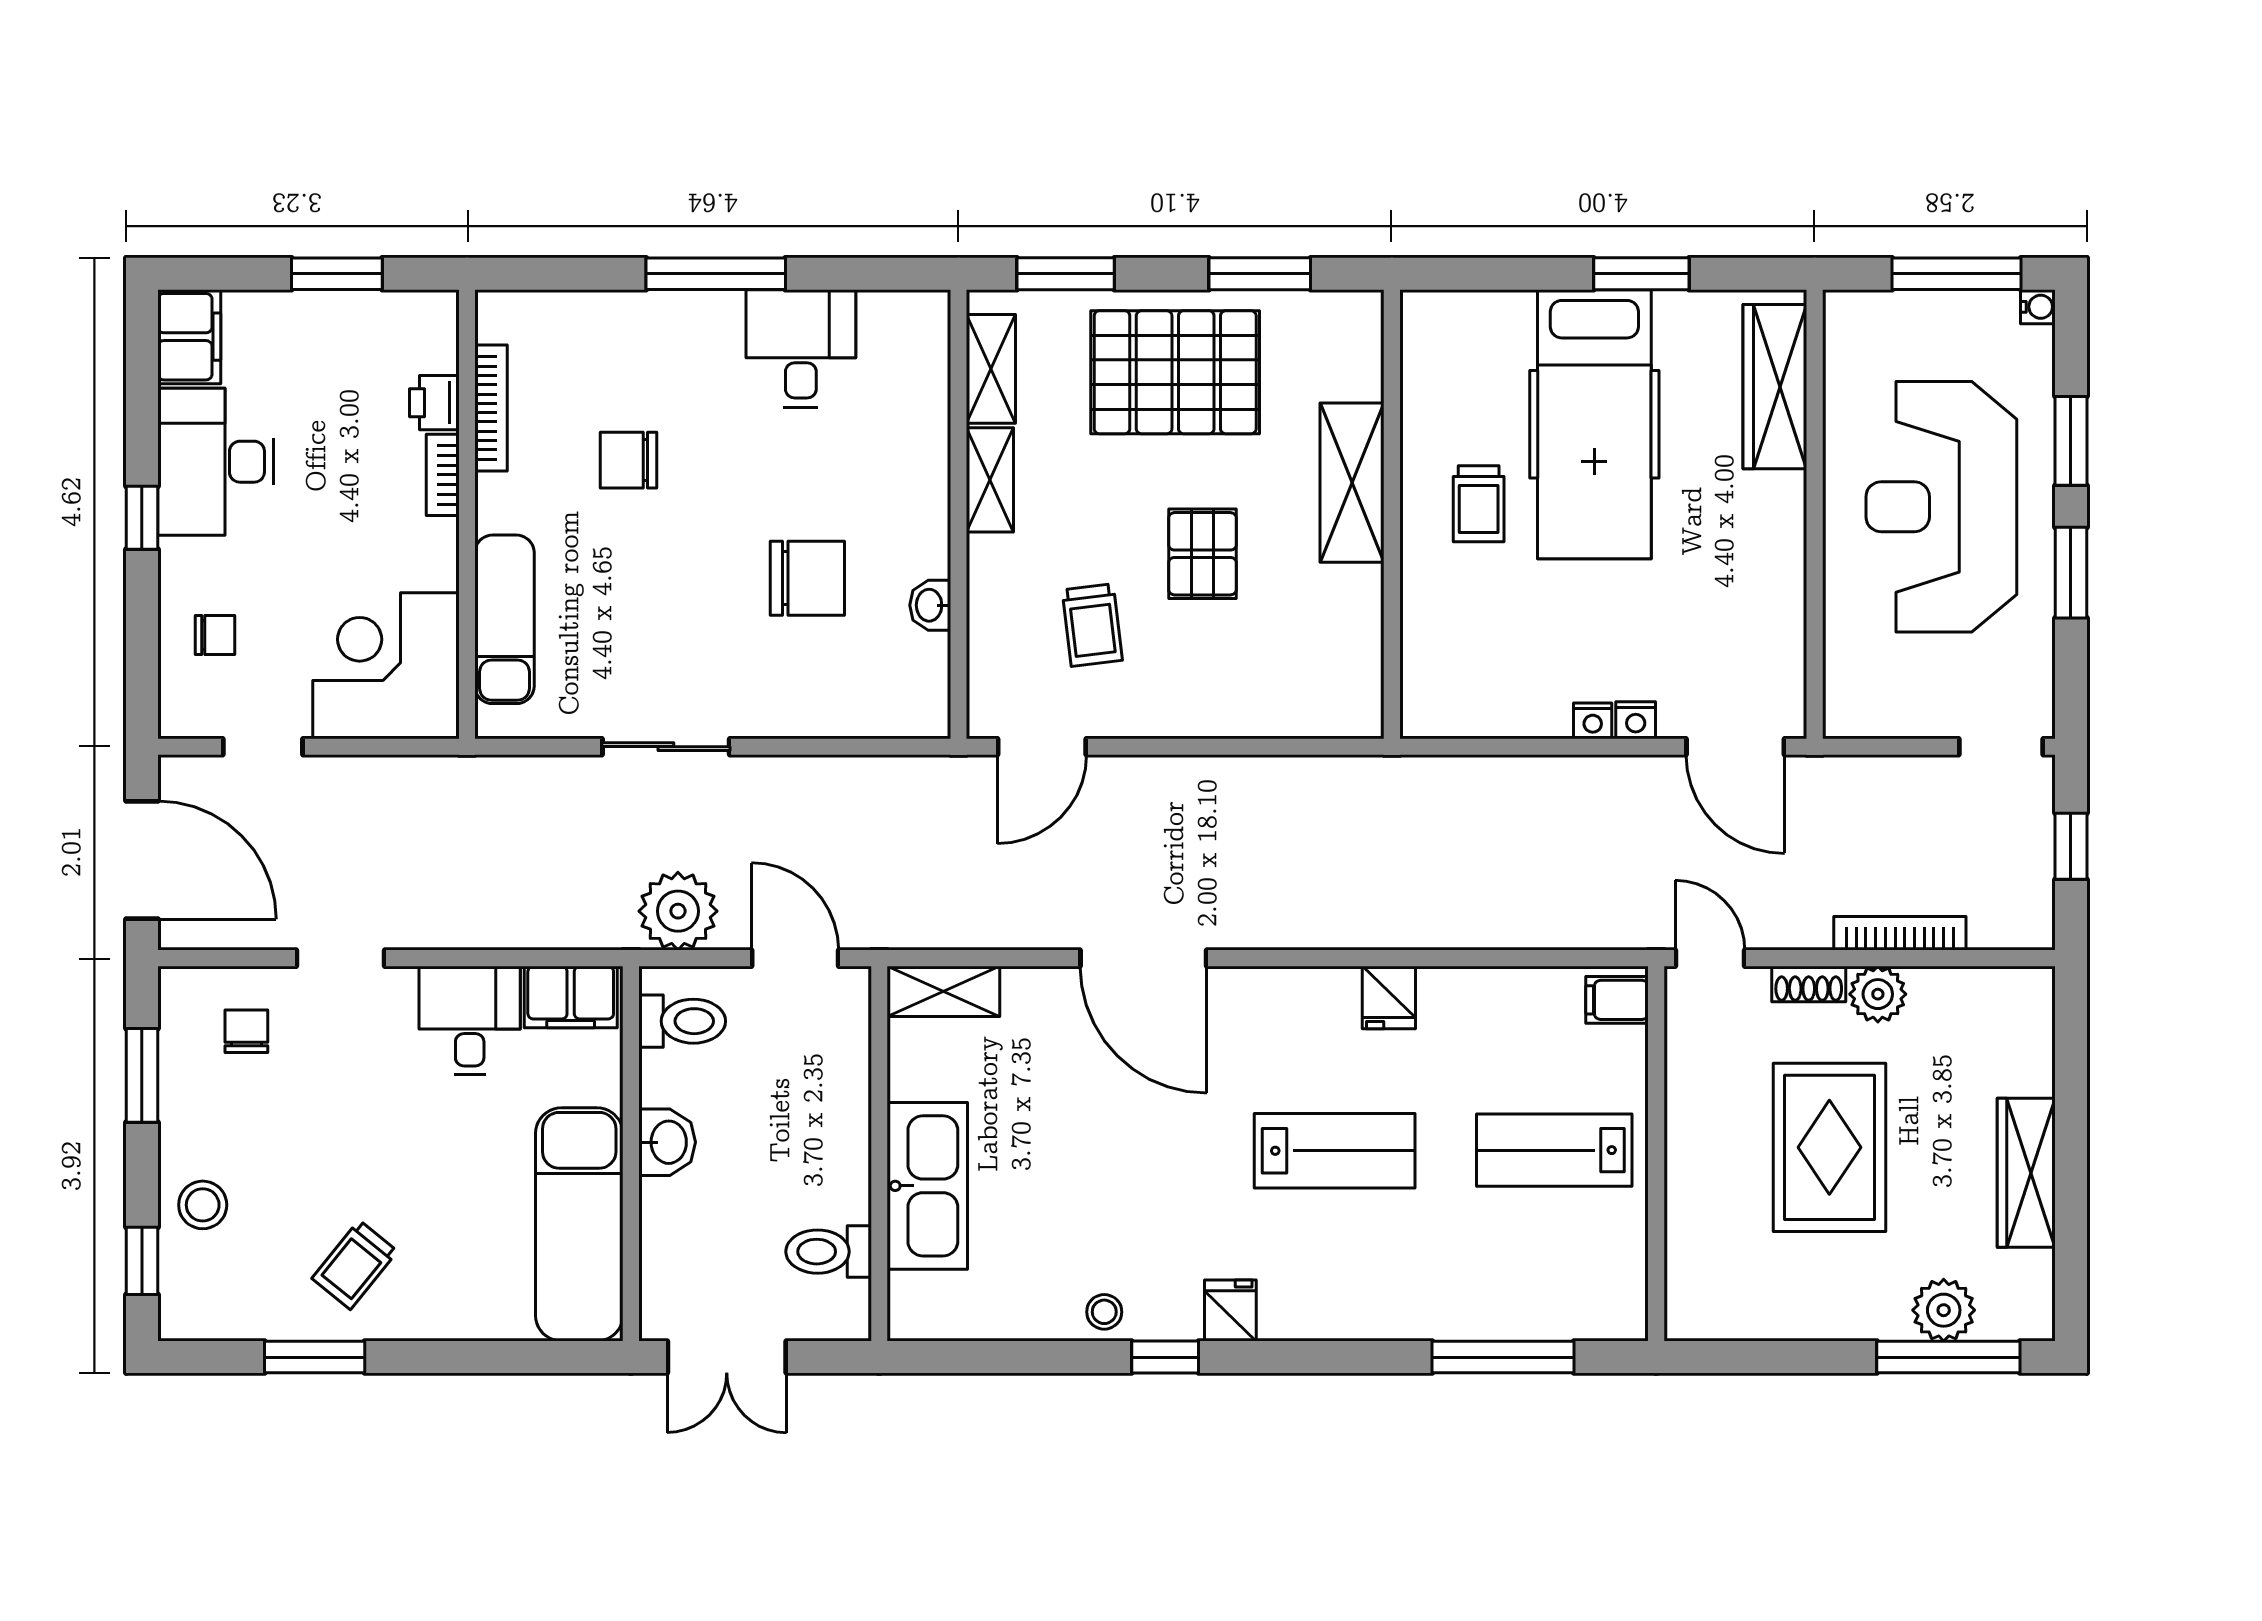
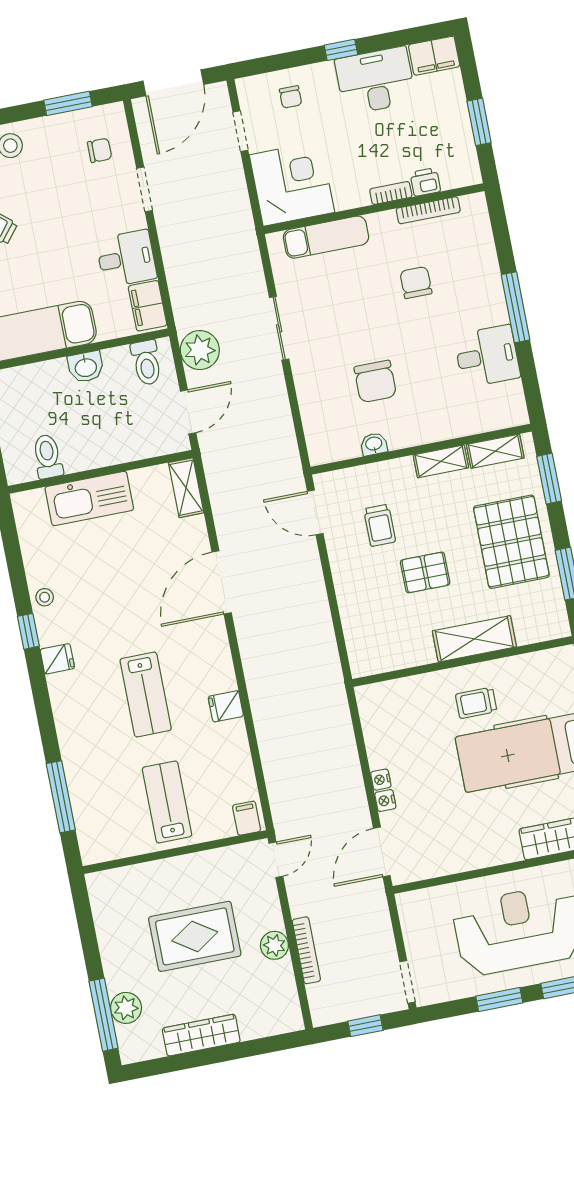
trolley: (1092, 625) -> (380, 525), turned -83
shoe rack: (1809, 984) -> (273, 911), removed

